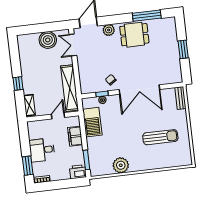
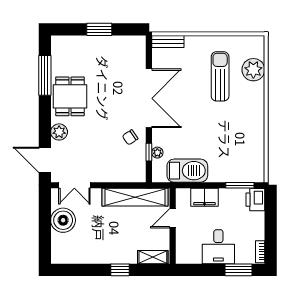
door: (58, 116) -> (173, 218), hinge flipped
plant: (121, 165) -> (253, 70), moved

